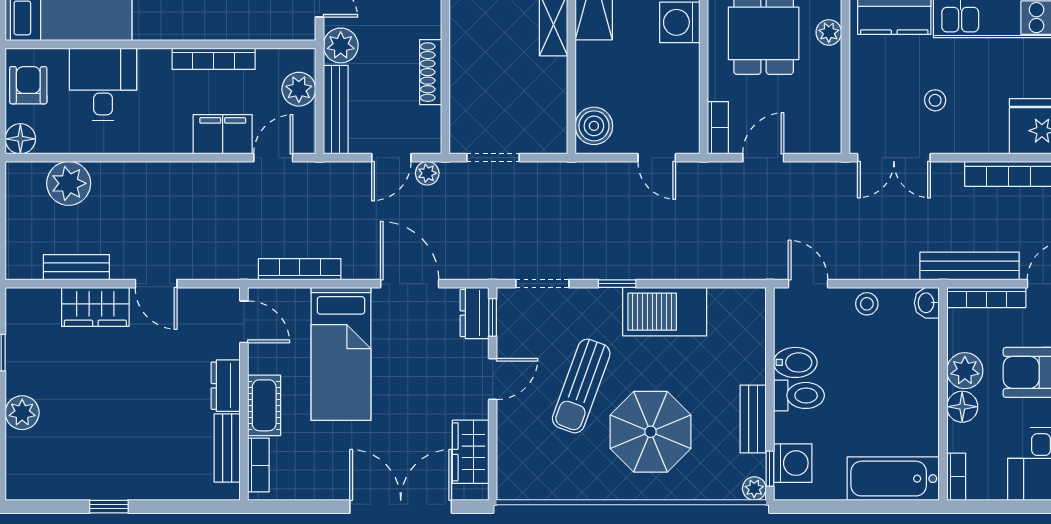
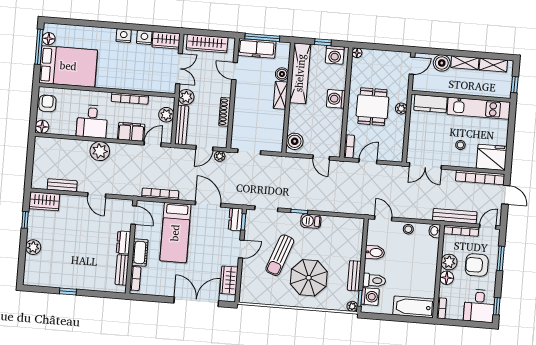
desk: (103, 84) -> (92, 121), moved, turned 180
stool: (935, 100) -> (460, 145), moved
plant: (69, 183) -> (100, 151), moved
wardrobe: (95, 307) -> (44, 201), moved
barbecue: (665, 312) -> (311, 221), width x0.53, depth x0.65
toilet: (799, 395) -> (374, 280), moved

